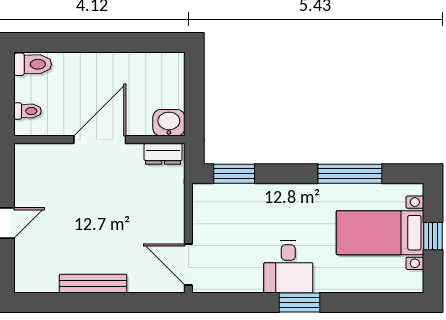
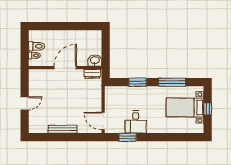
toilet: (33, 64) -> (37, 46), moved
window: (234, 174) -> (138, 82), moved
desk: (288, 267) -> (136, 122), moved
window: (300, 302) -> (128, 137), moved

